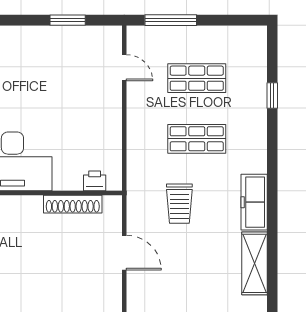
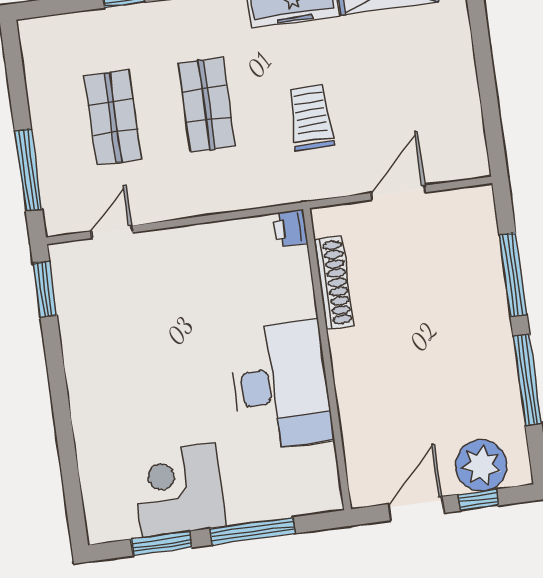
window: (68, 20) -> (45, 289), moved
printer: (95, 181) -> (290, 228), moved
trolley: (179, 204) -> (311, 118), turned -90

